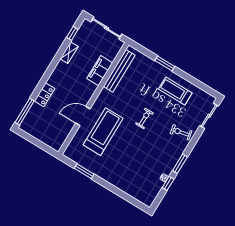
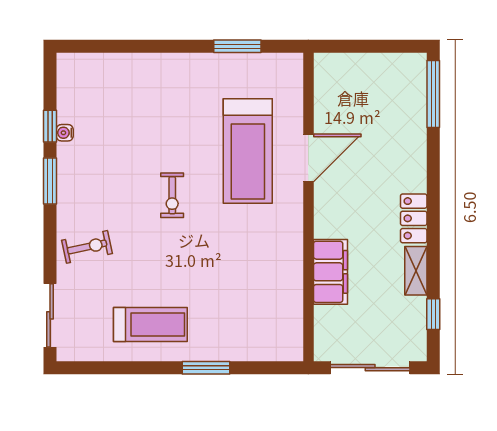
bench: (119, 71) -> (290, 296), removed
locker: (44, 95) -> (414, 218), moved
exercise bike: (144, 118) -> (172, 195), moved

